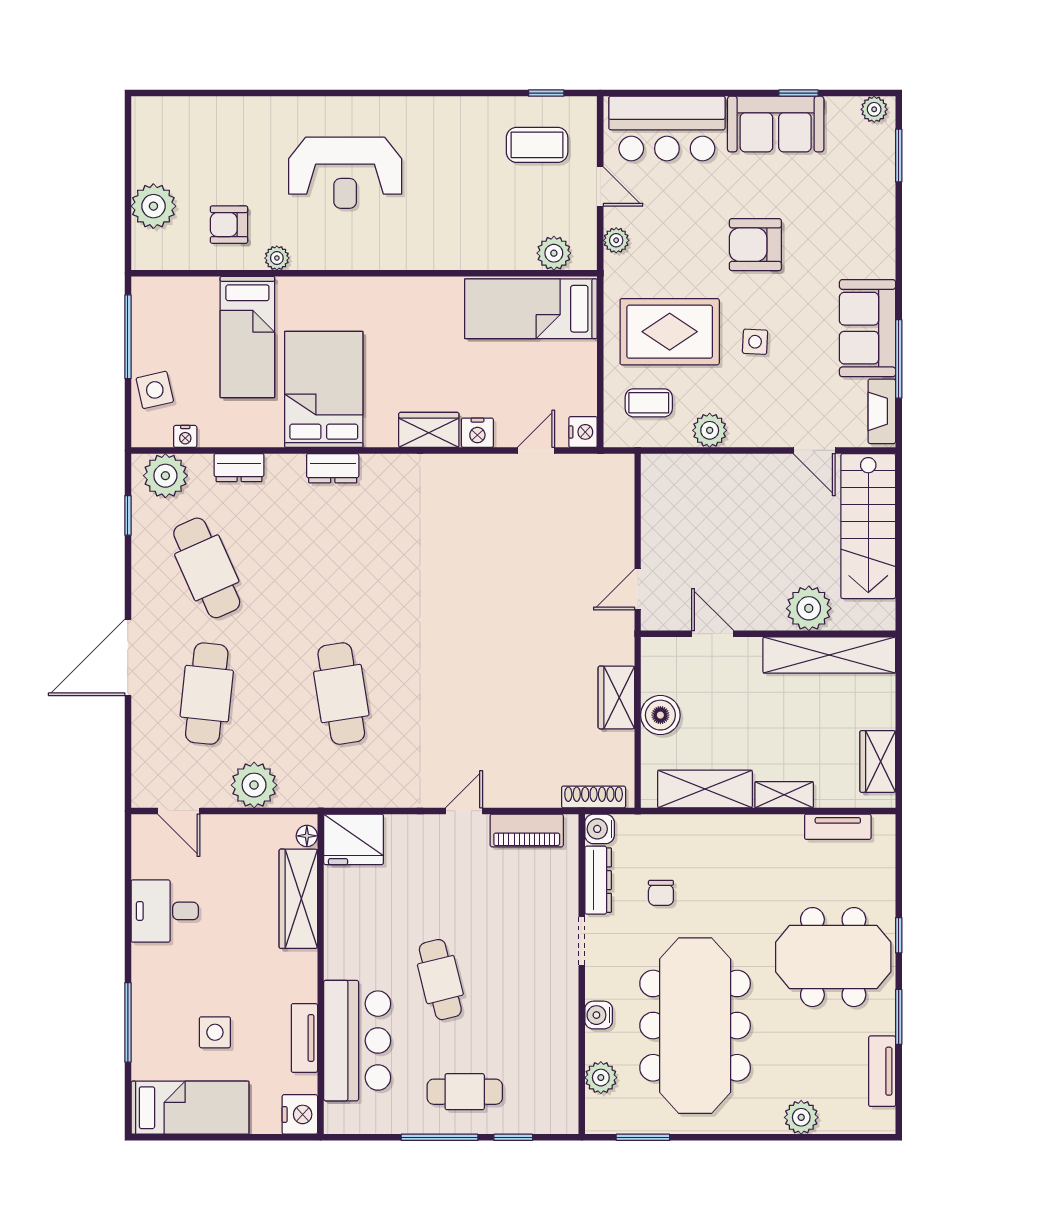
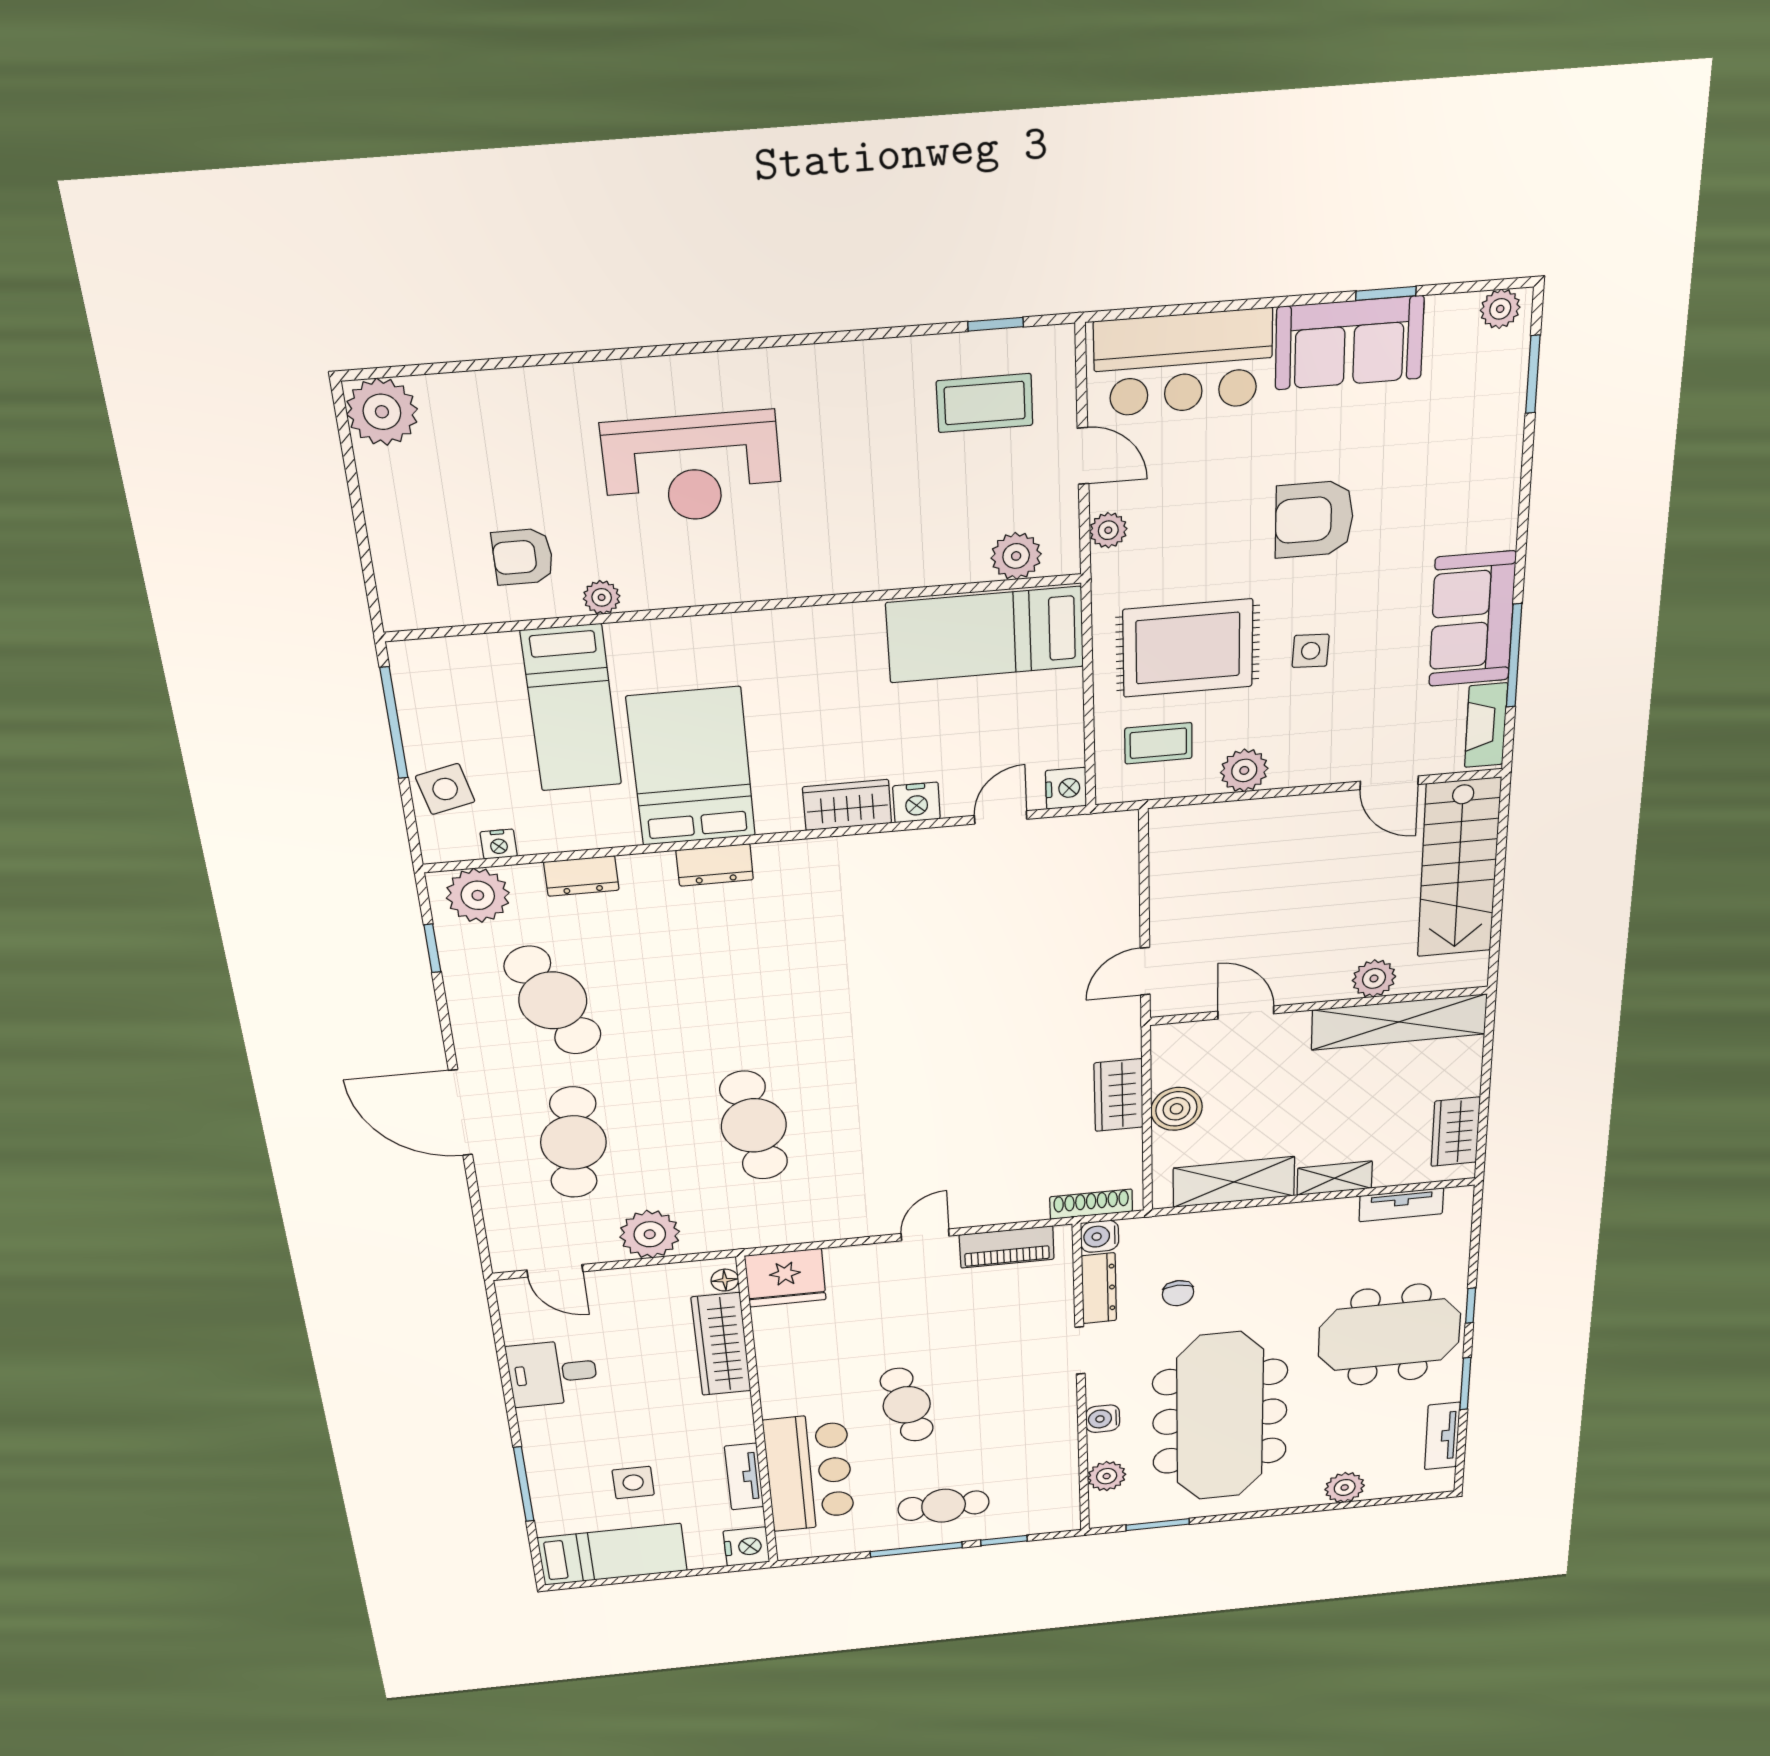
plant: (153, 206) -> (382, 412), moved
plant: (809, 608) -> (1374, 978), width x0.73, depth x0.73
door: (128, 657) -> (460, 1113), hinge flipped

